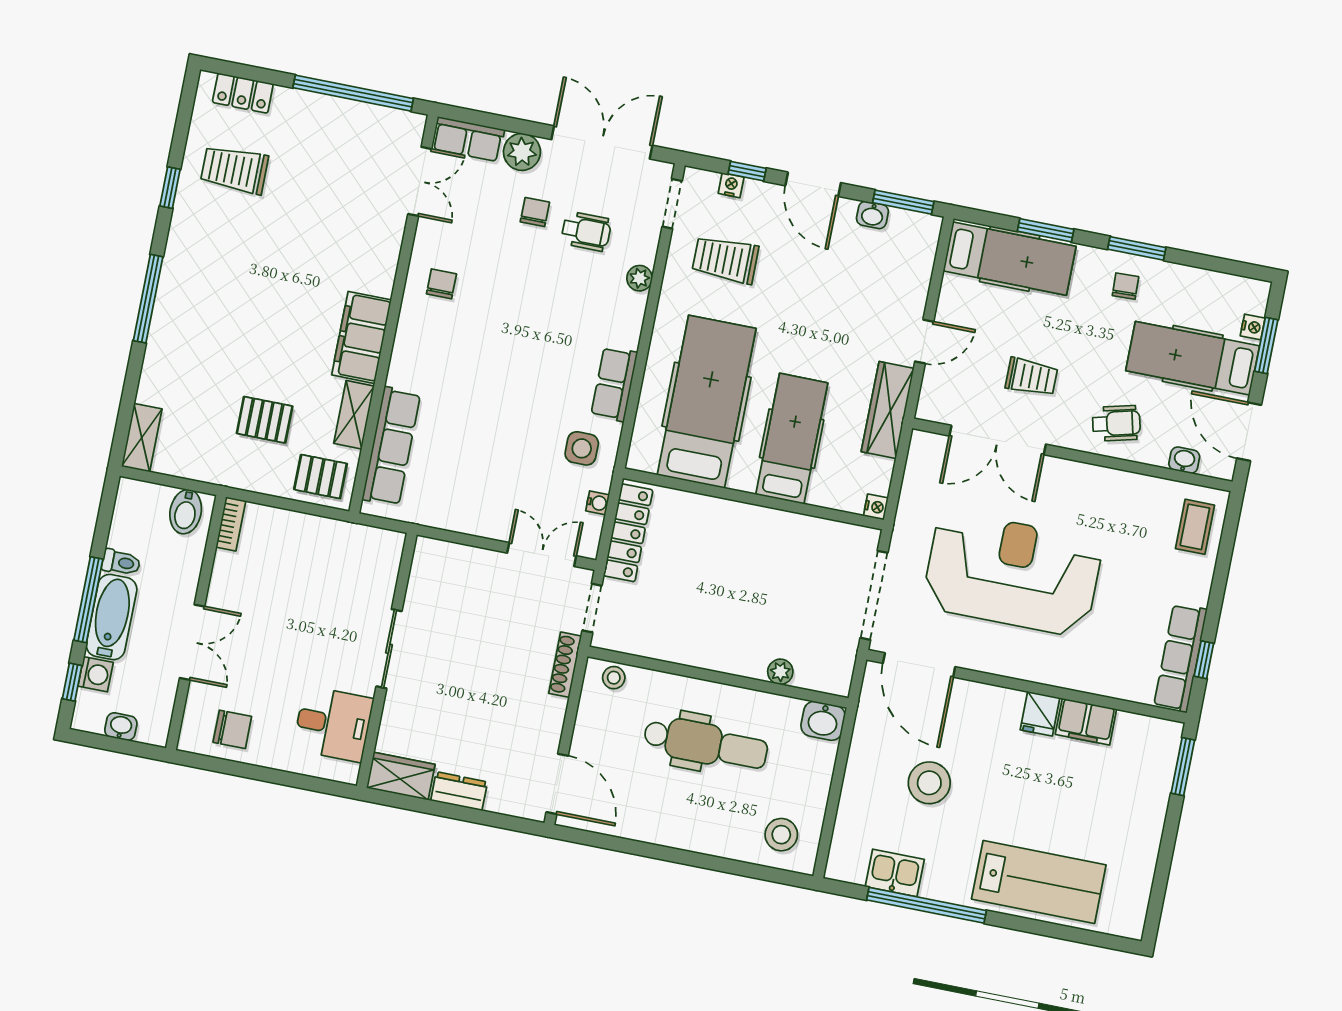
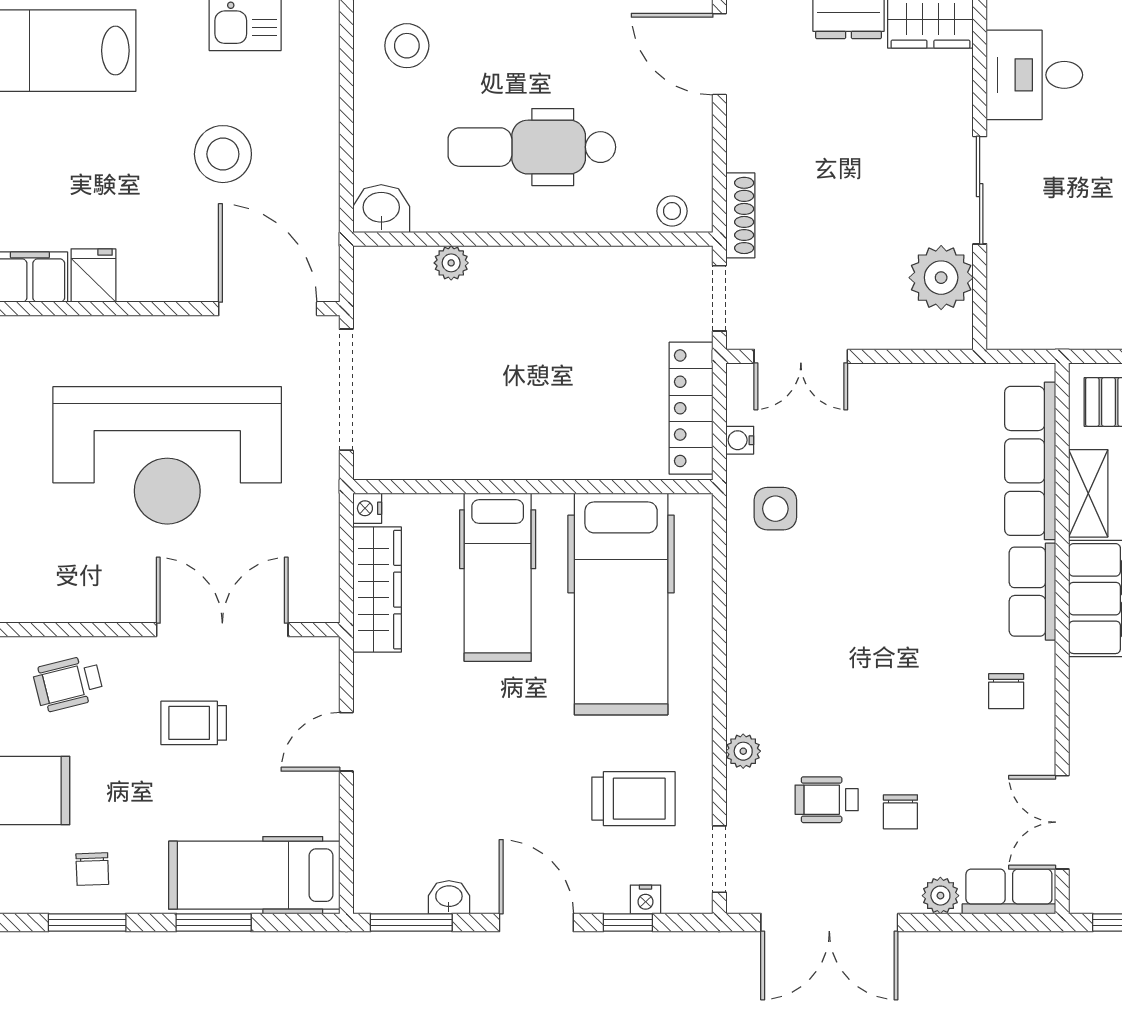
plant: (522, 152) -> (940, 896), width x0.73, depth x0.73
row of seats: (614, 384) -> (1032, 592), moved, turned 180
wardrobe: (888, 410) -> (377, 590), moved
plant: (429, 591) -> (941, 278), added

